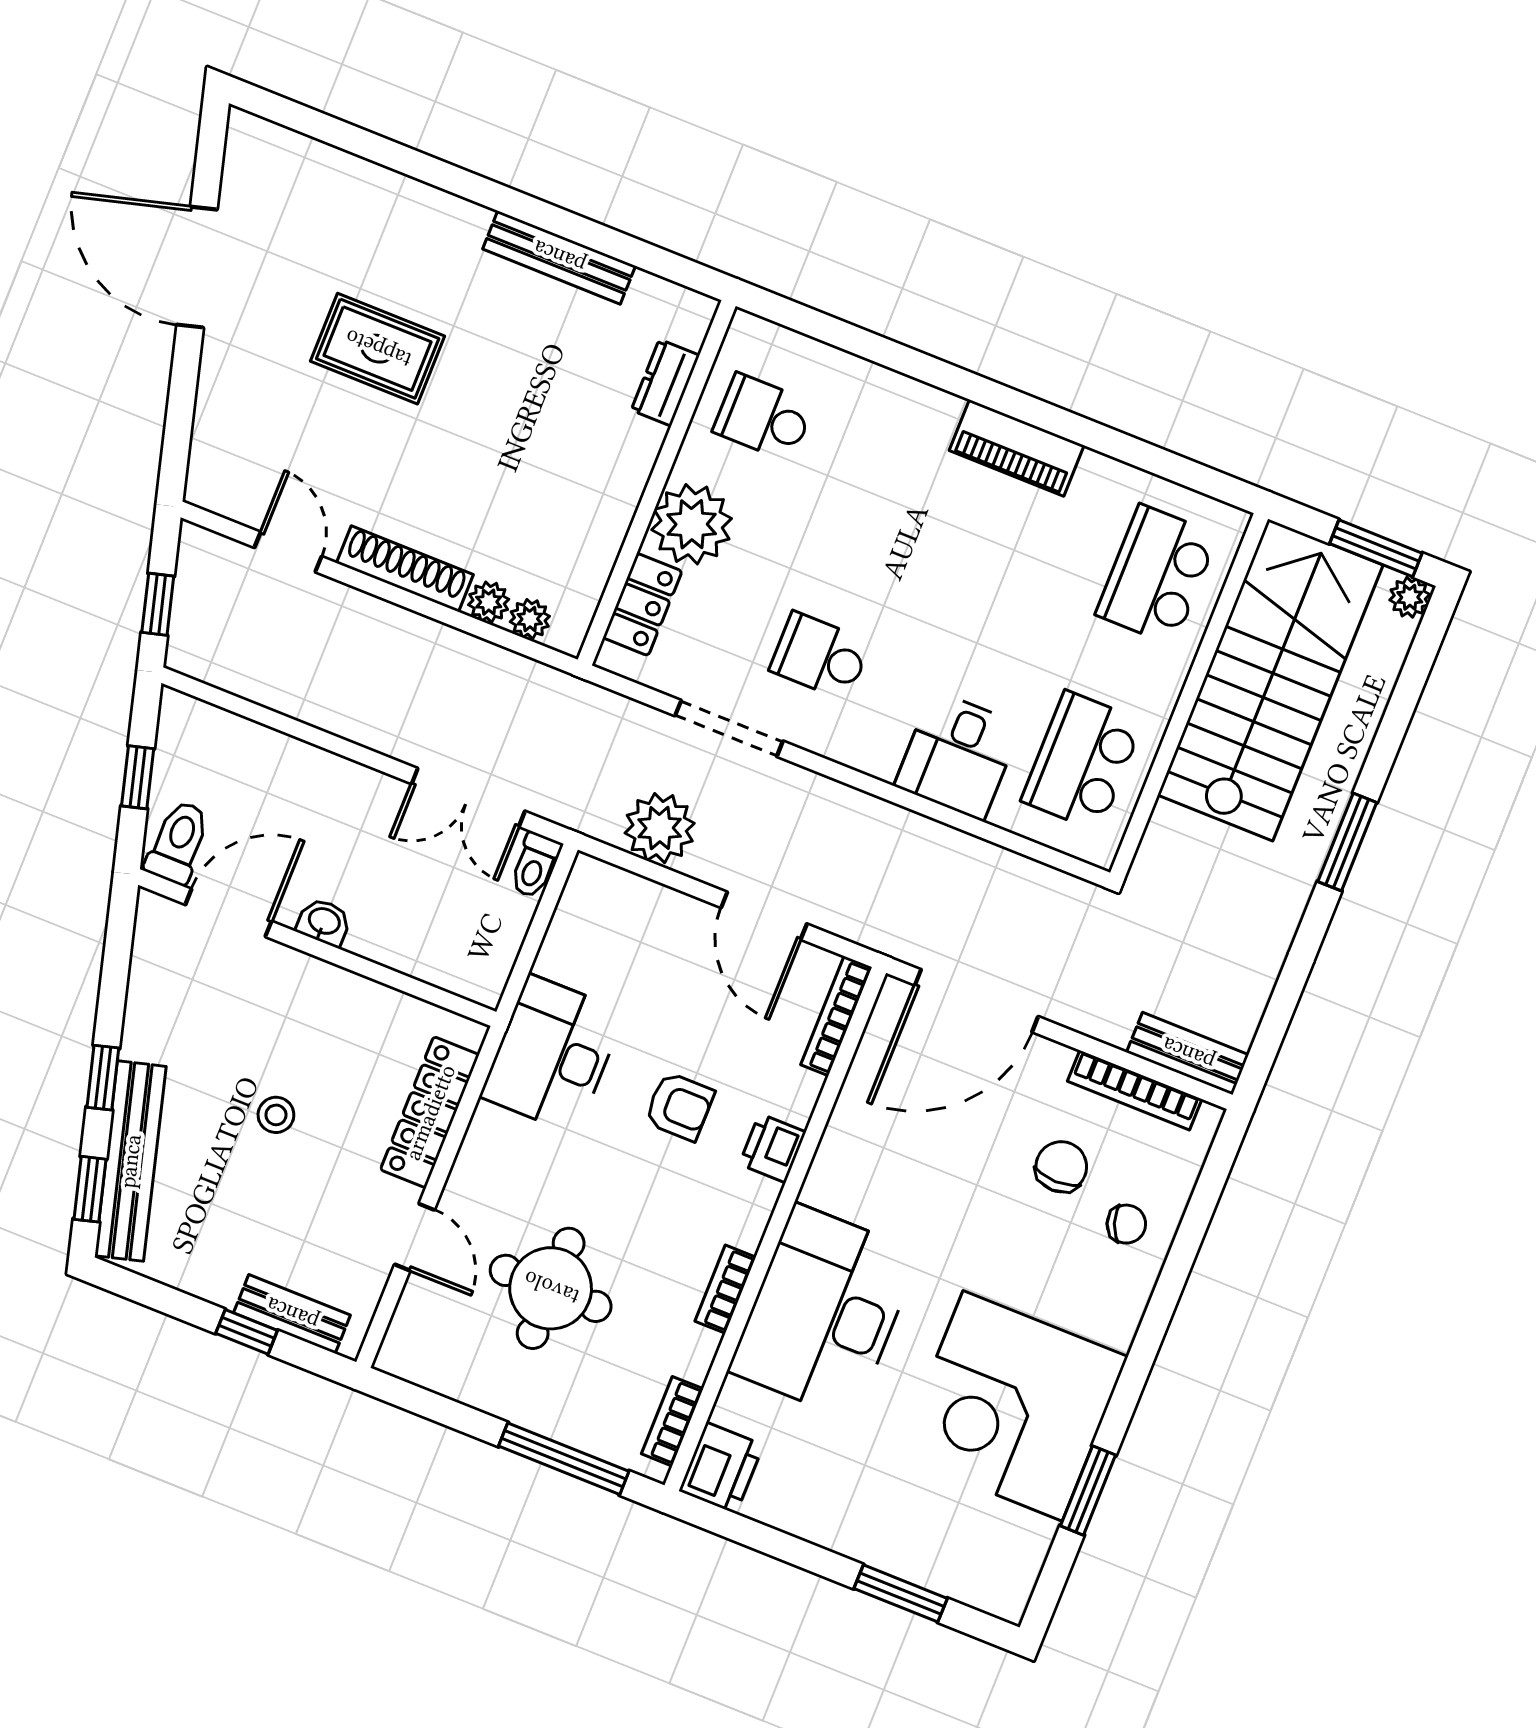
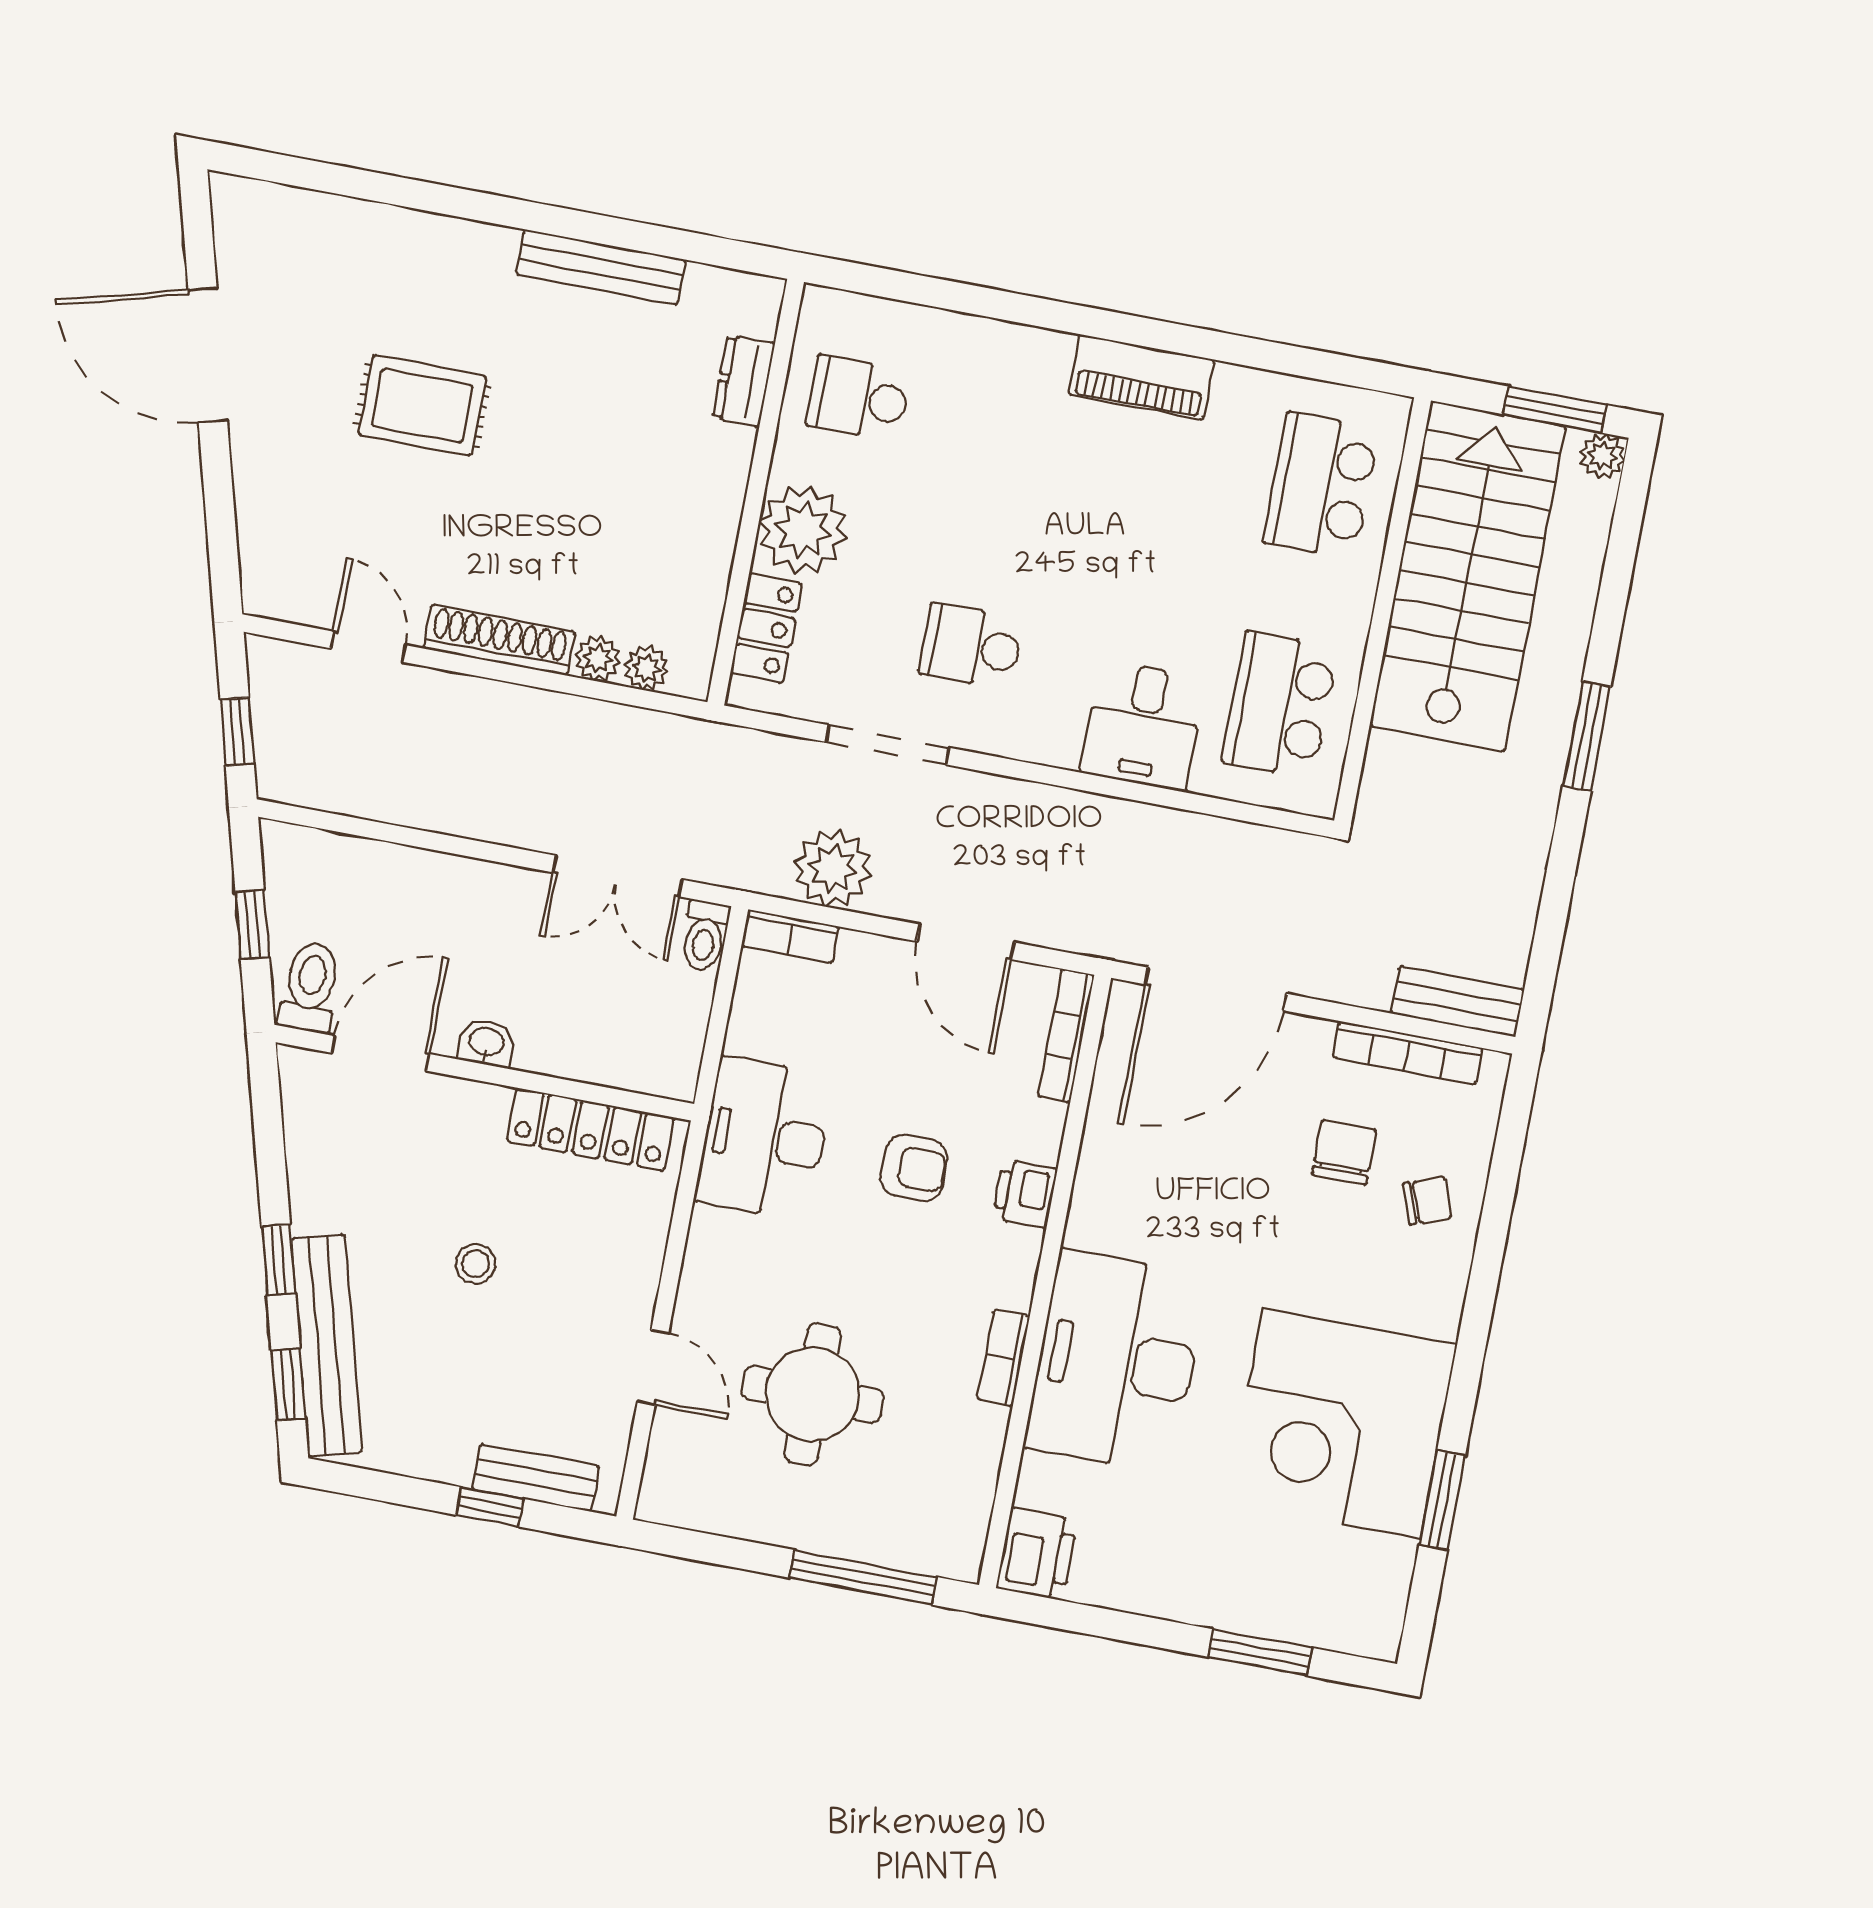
locker: (430, 1112) -> (590, 1129), moved, turned -90
bookcase: (672, 1421) -> (790, 936), moved, turned -90

